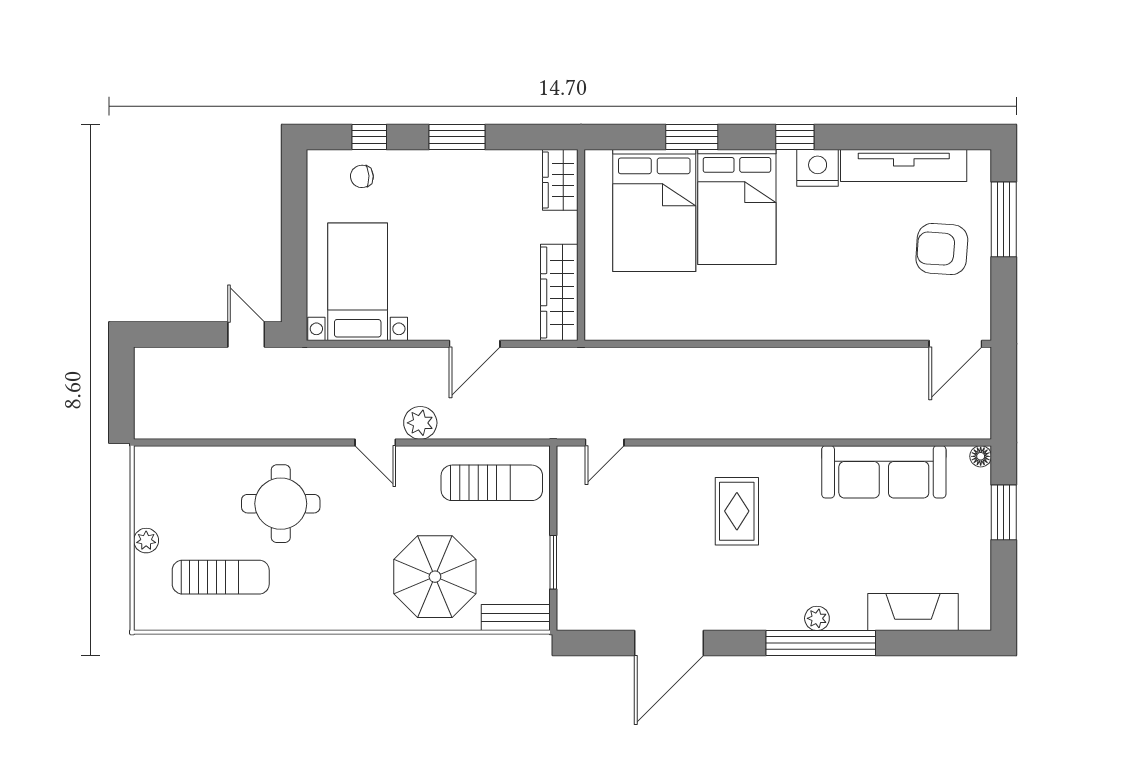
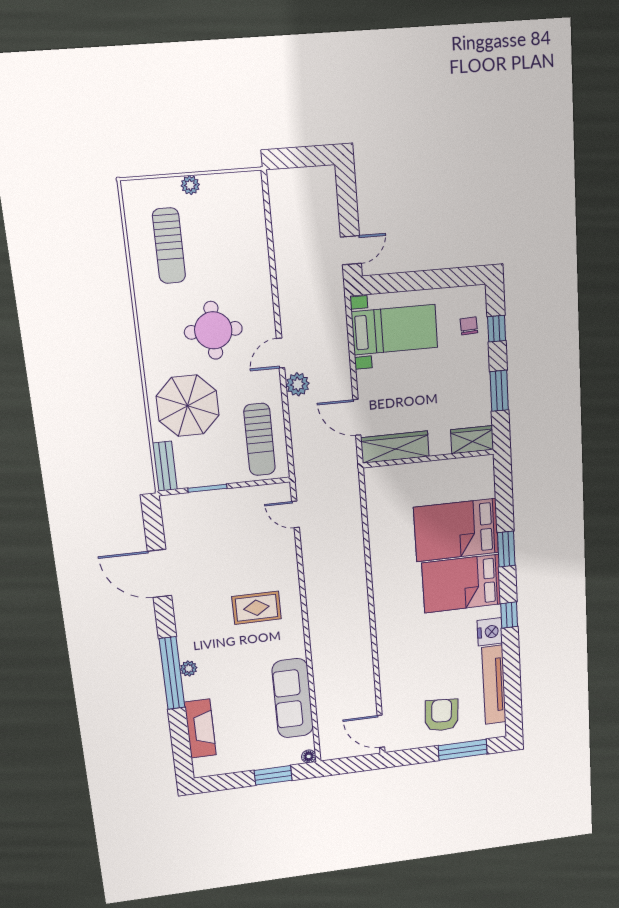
wardrobe: (560, 180) -> (472, 440), moved
wall: (581, 245) -> (429, 459), moved
wardrobe: (559, 292) -> (395, 447), moved
round table: (281, 504) -> (213, 330), moved

